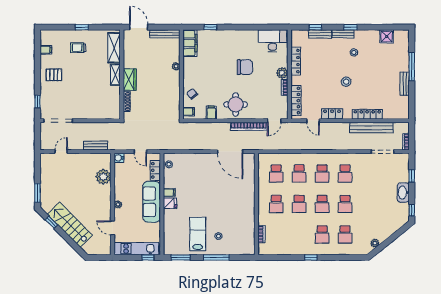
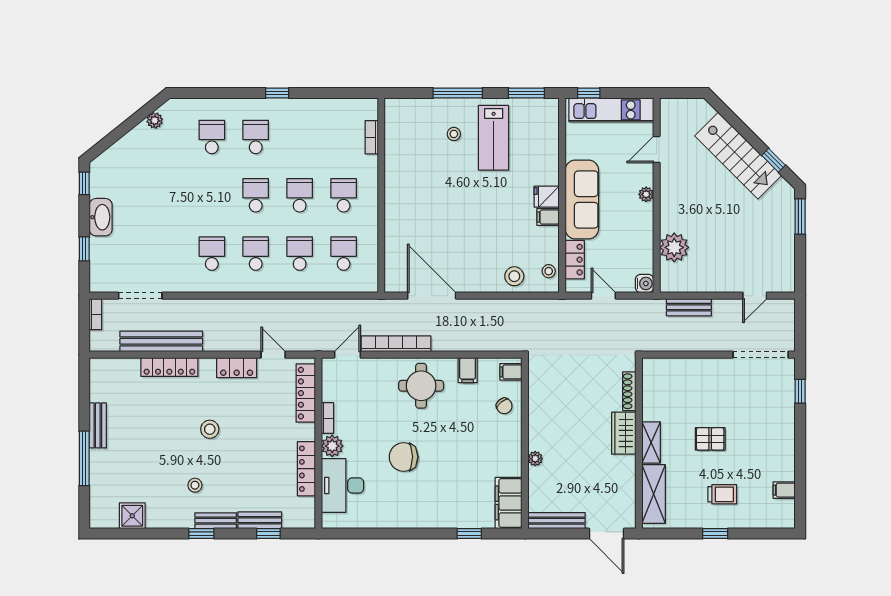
desk: (272, 41) -> (342, 485), moved, turned 90
pallet: (54, 75) -> (710, 439), moved
stool: (187, 162) -> (514, 276), added
school desk: (345, 204) -> (212, 195), removed
door: (113, 228) -> (657, 149), swing flipped

